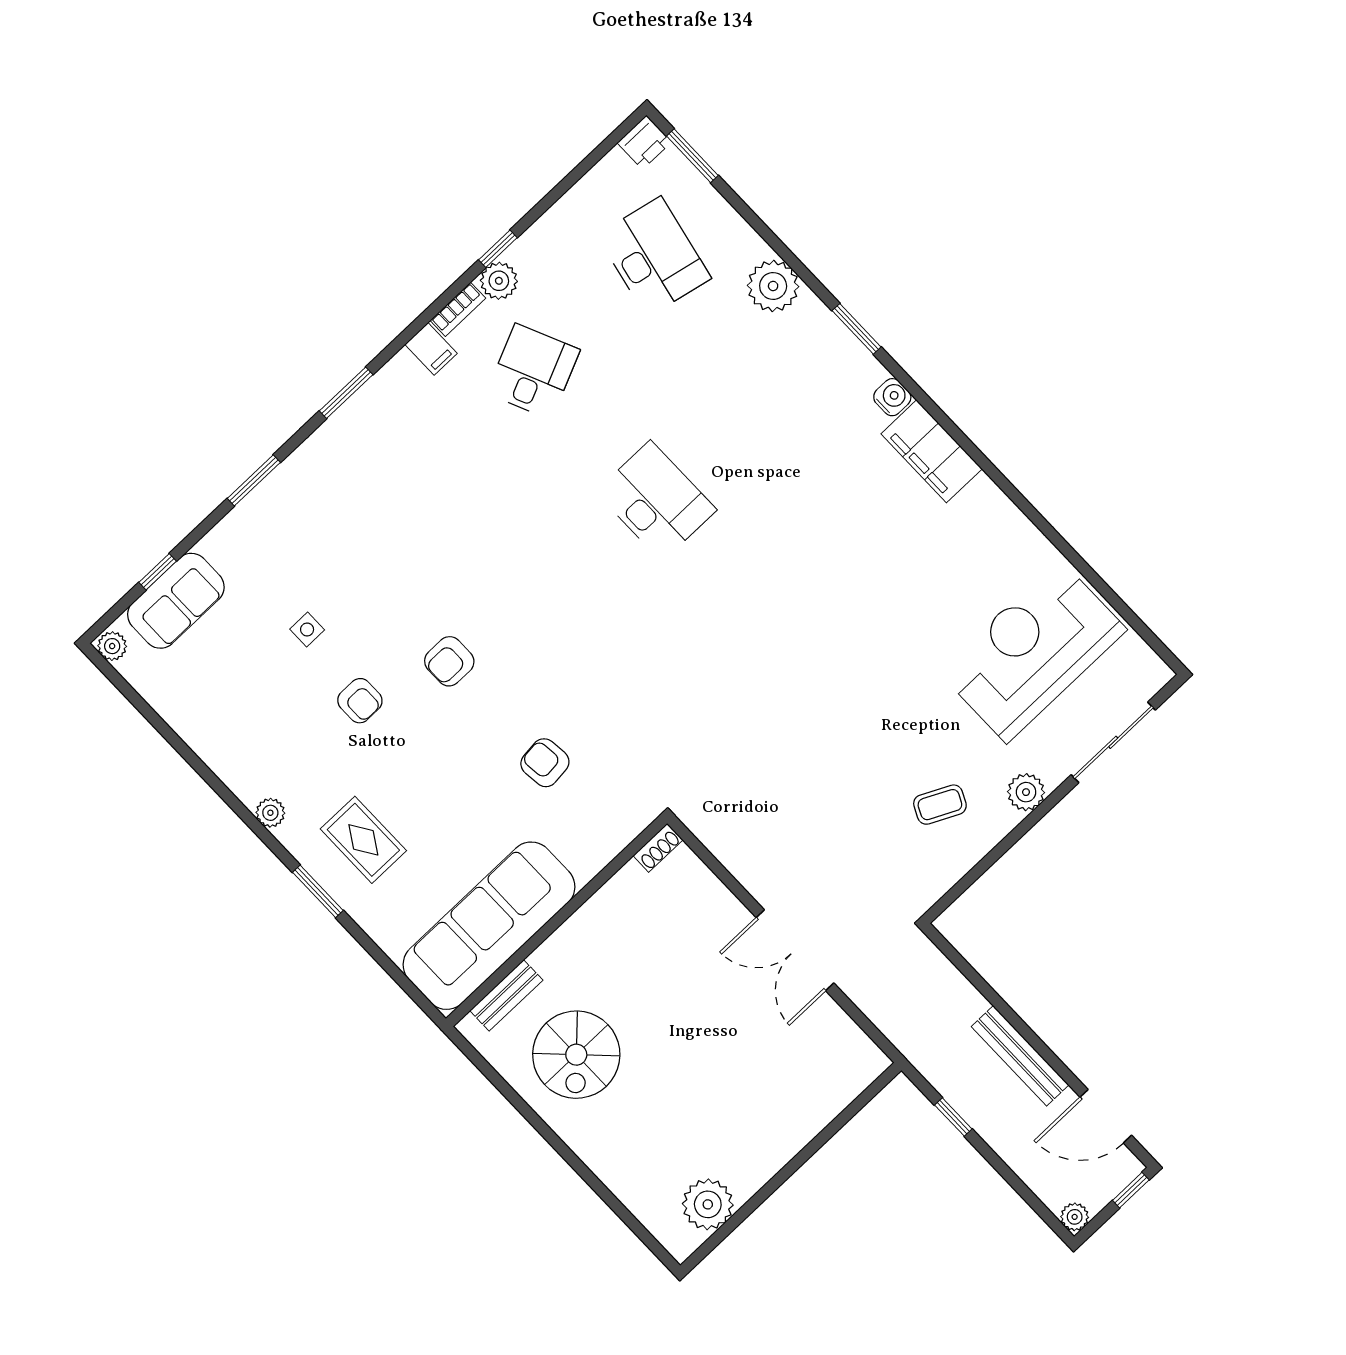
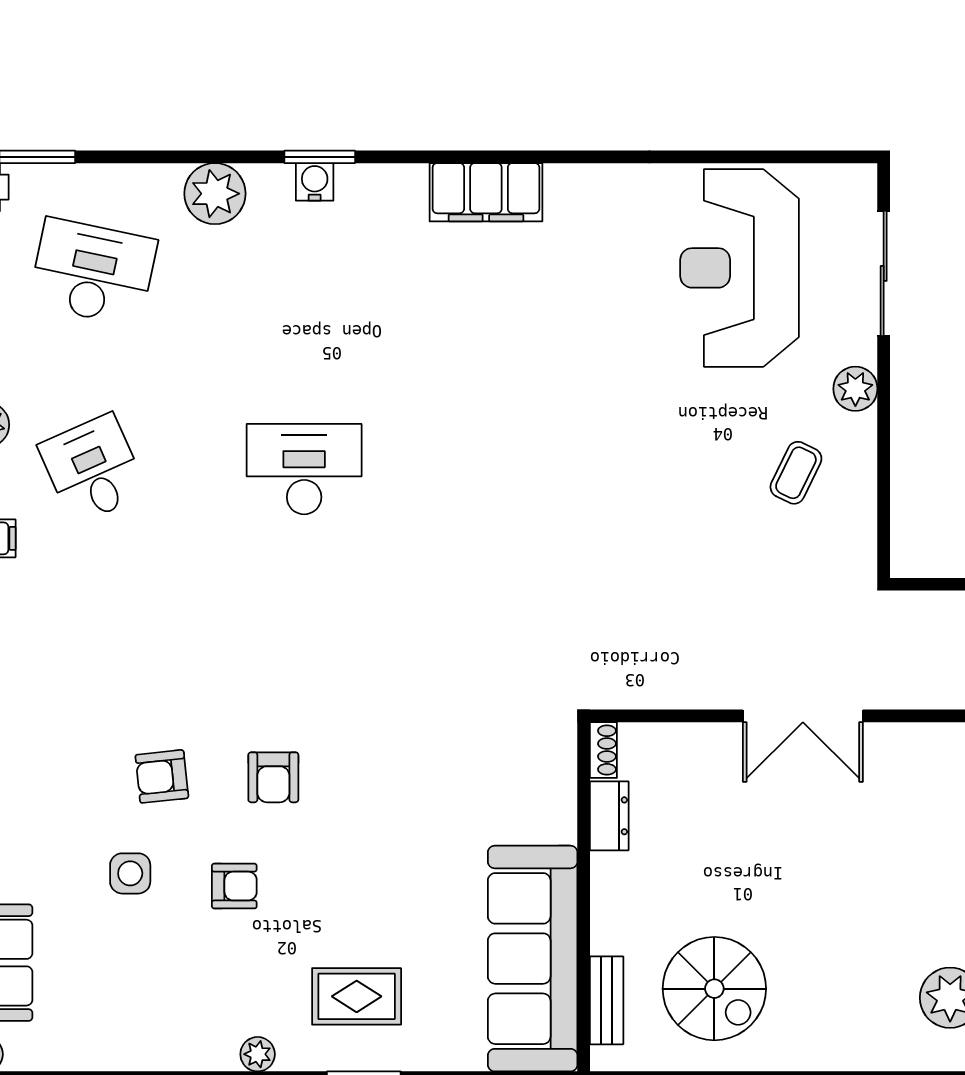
water cooler: (892, 397) -> (315, 182), moved
side table: (307, 629) -> (130, 873), width x1.37, depth x1.37
armchair: (545, 763) -> (162, 776), moved
dresser: (621, 890) -> (609, 816), added

